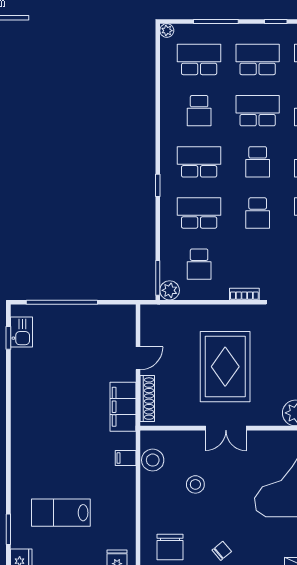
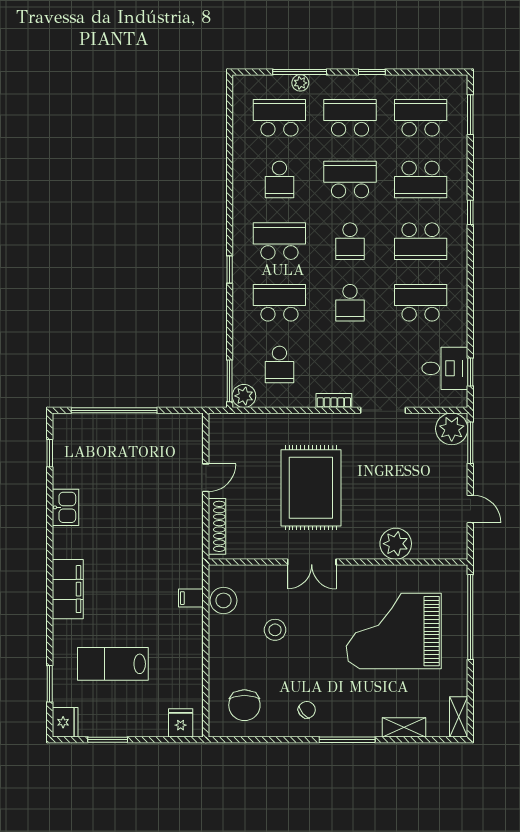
plant: (167, 31) -> (300, 83), moved
kitchen sink: (22, 332) -> (65, 507), moved
filing cabinet: (123, 407) -> (68, 589), moved, turned 180

